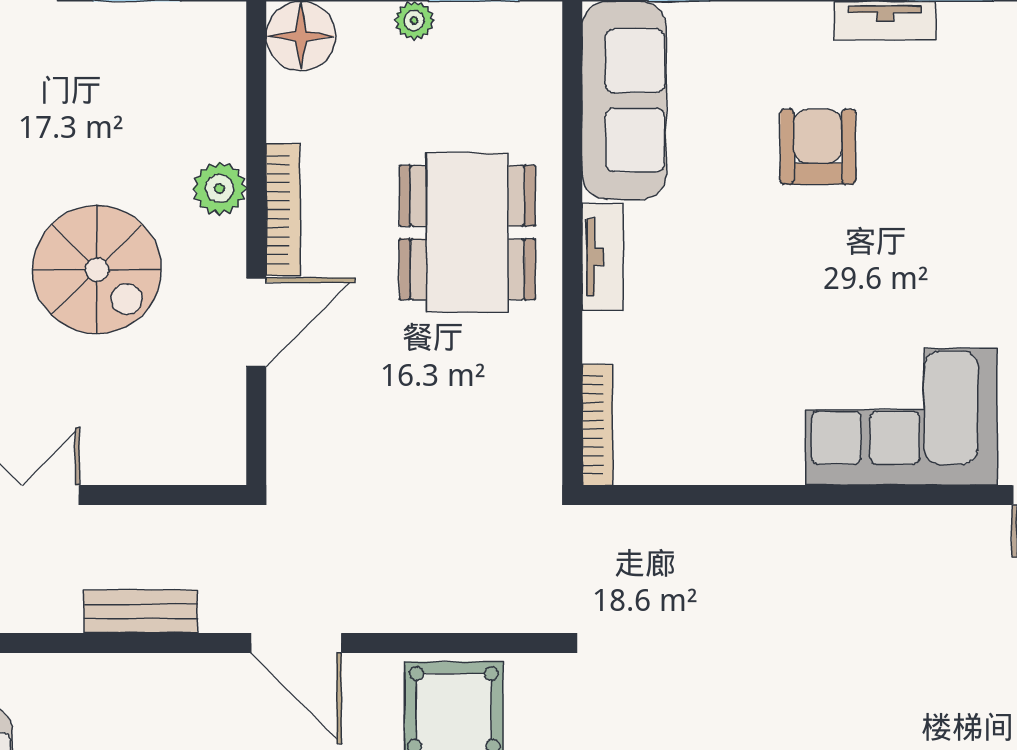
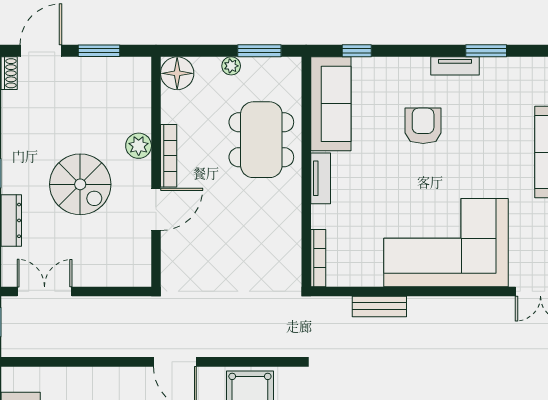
dining table: (467, 232) -> (261, 140), moved
corner sofa: (901, 417) -> (446, 243), width x1.36, depth x1.36
bench: (141, 611) -> (379, 306), moved

